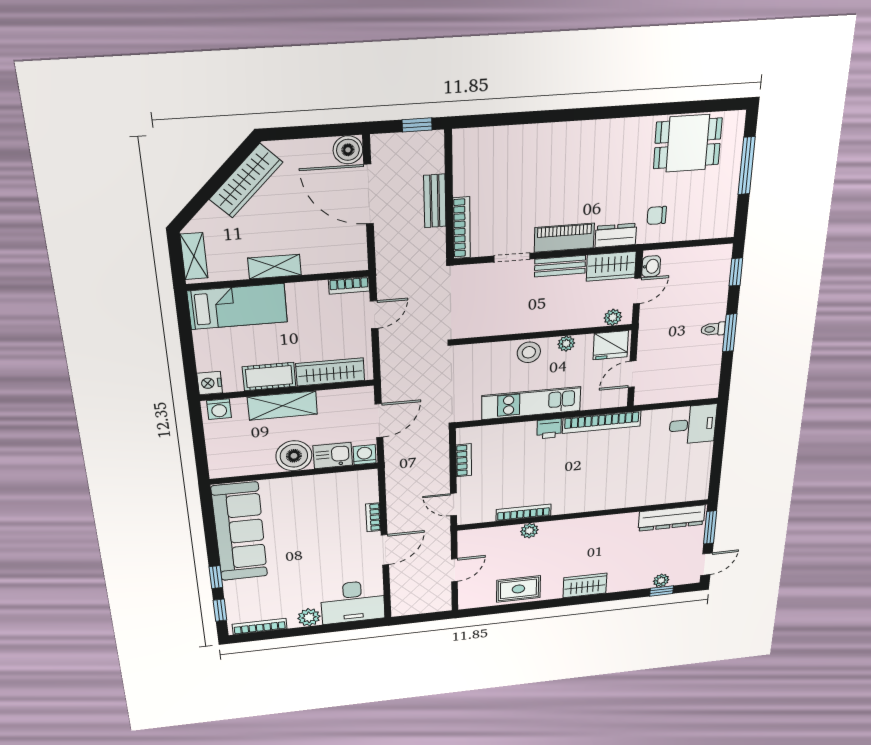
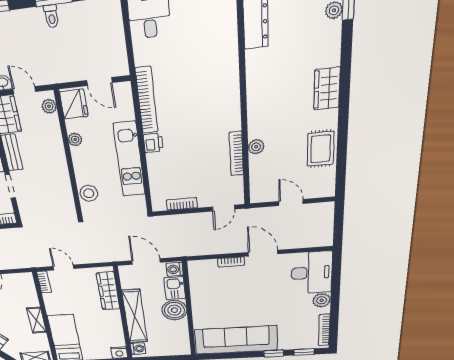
stool: (529, 352) -> (89, 193), moved
cot: (269, 377) -> (113, 323), removed
shelving: (283, 406) -> (135, 316), width x1.47

